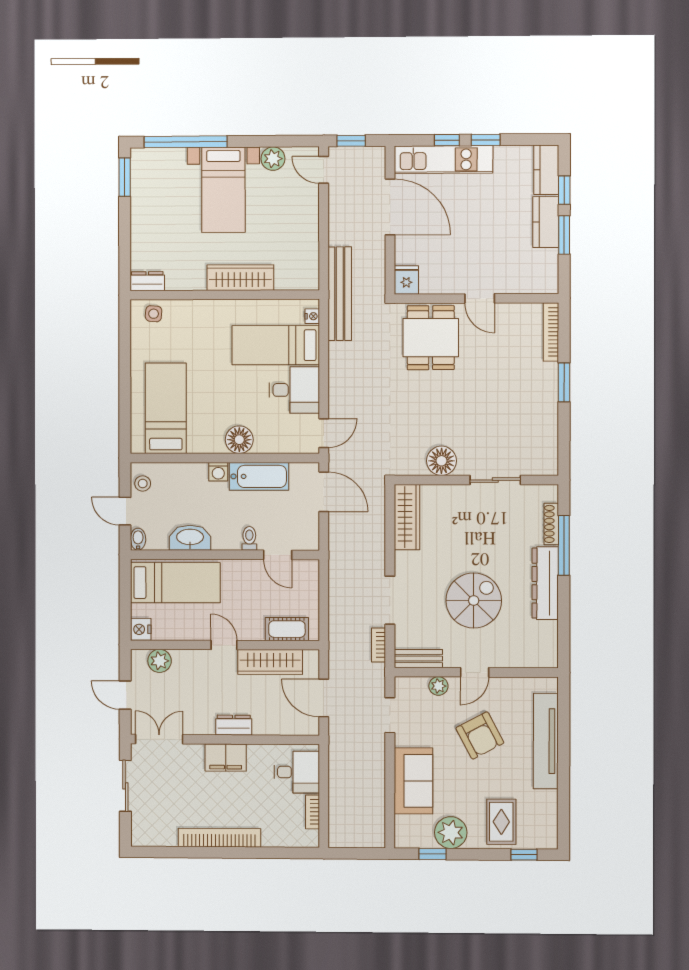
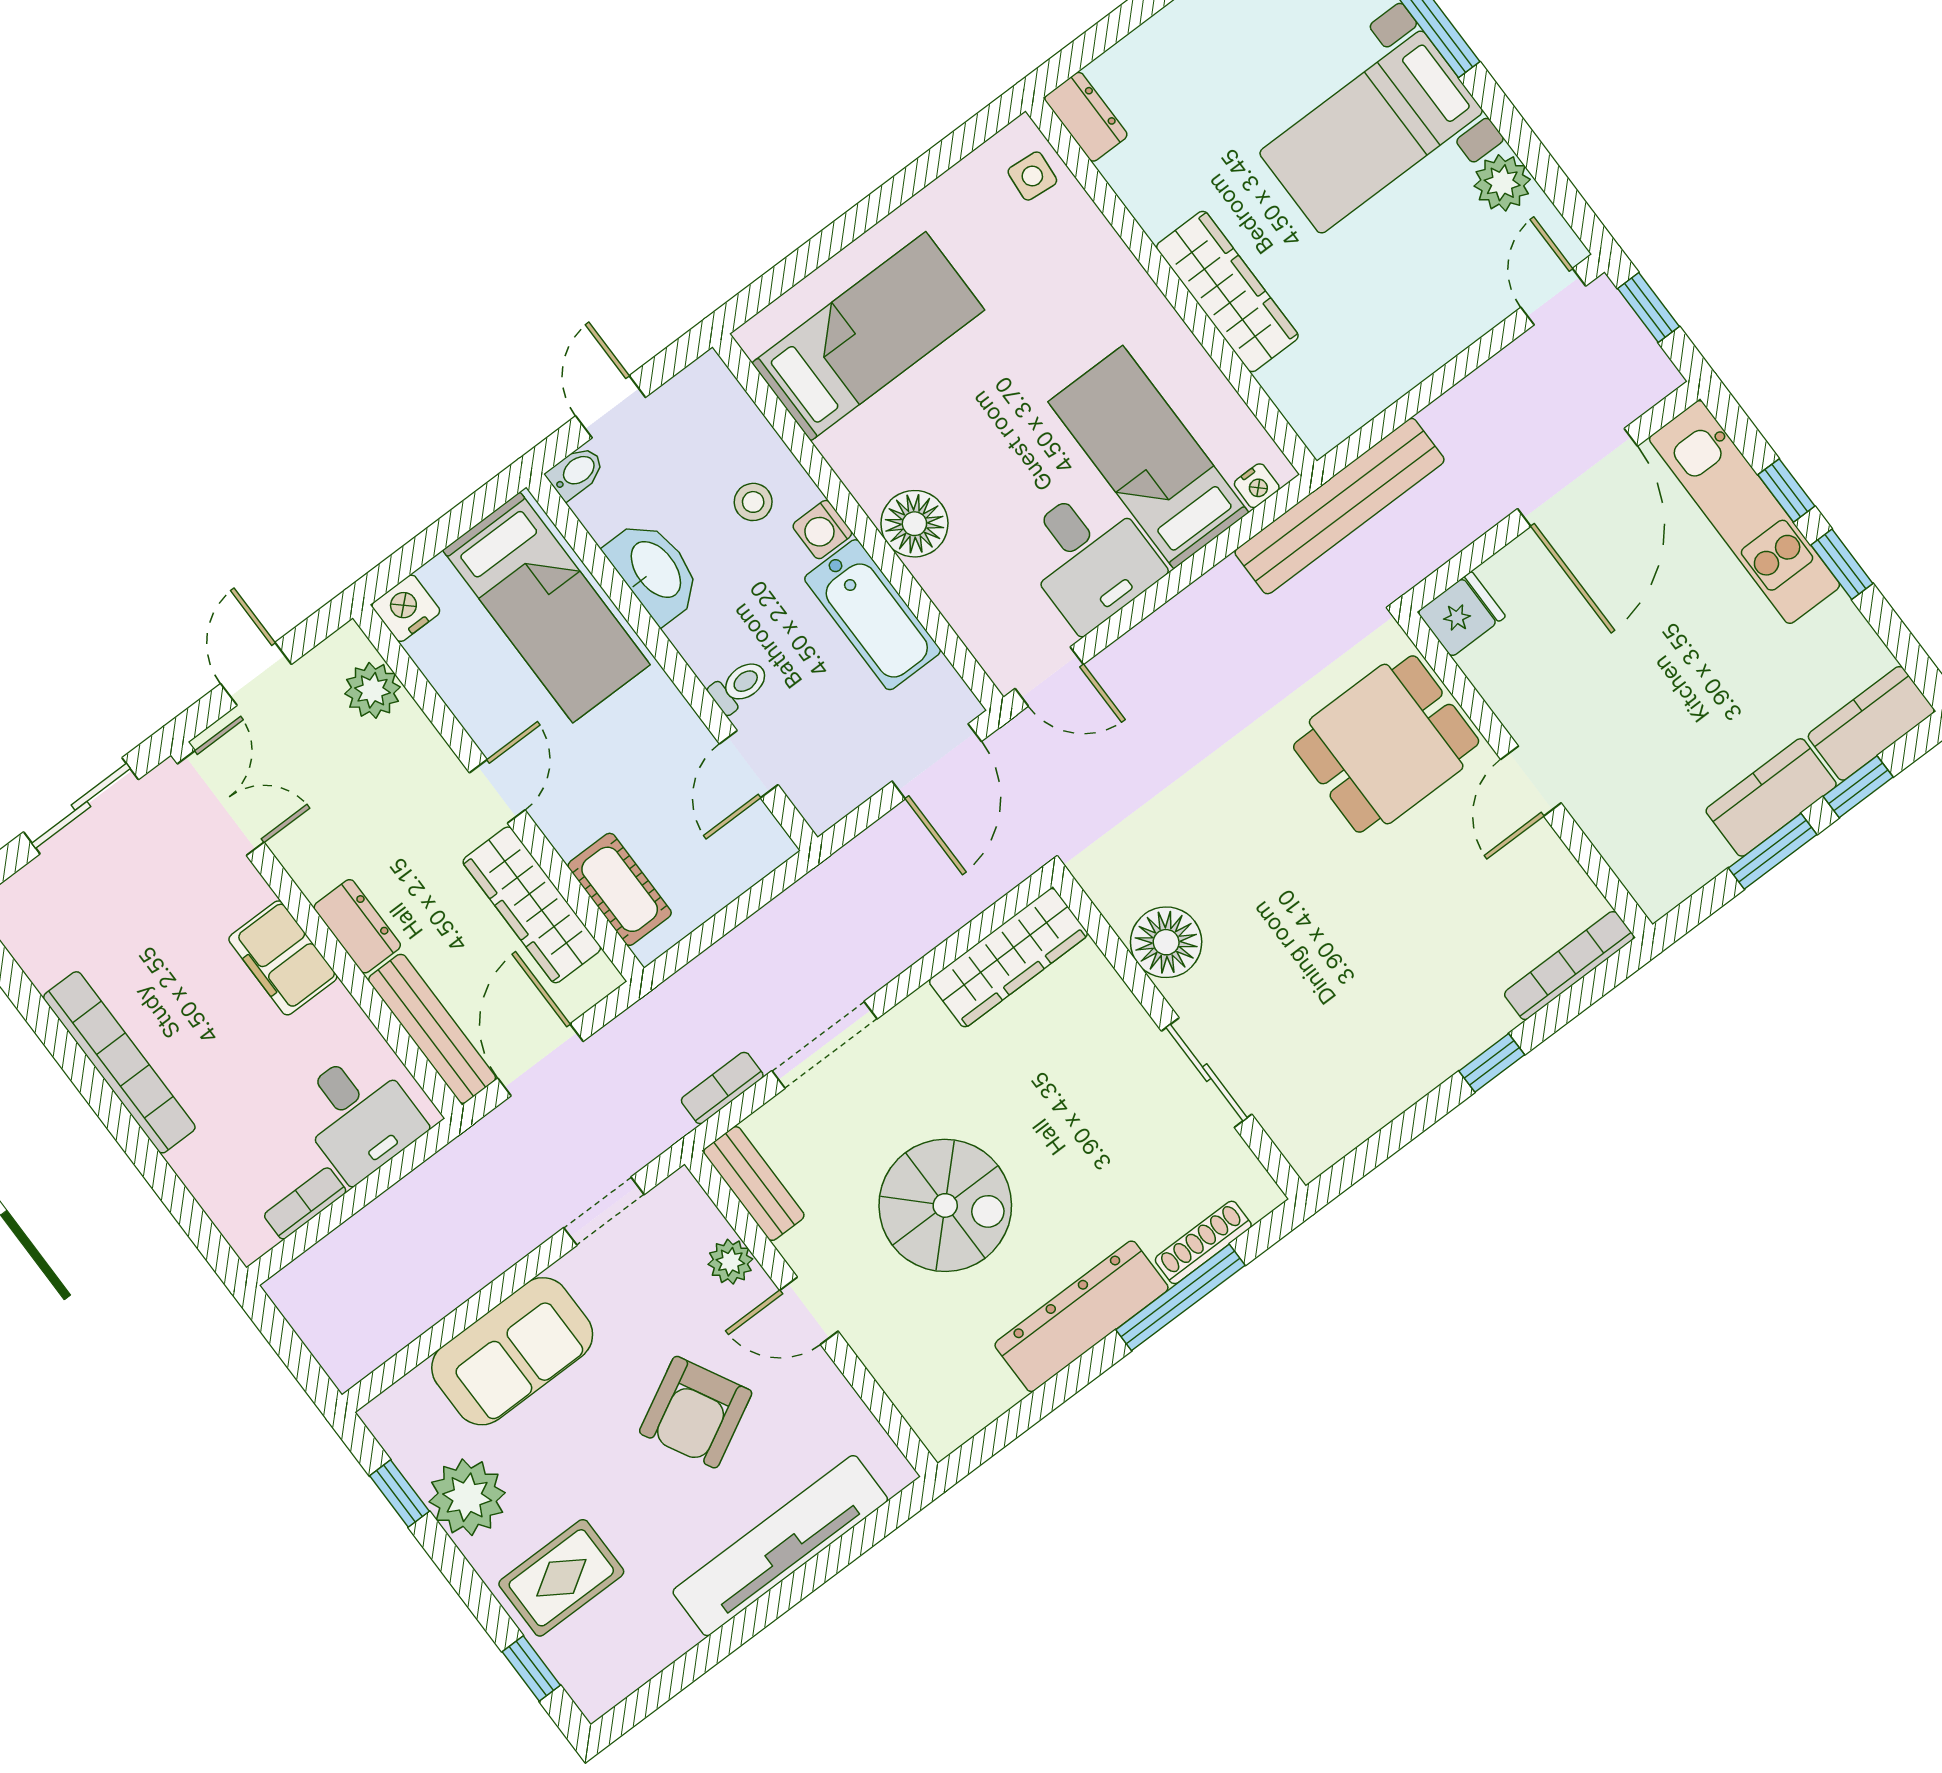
window: (564, 382) -> (1492, 1063), width x0.67
stool: (143, 483) -> (753, 502), moved
bench: (286, 726) -> (432, 1029), added

